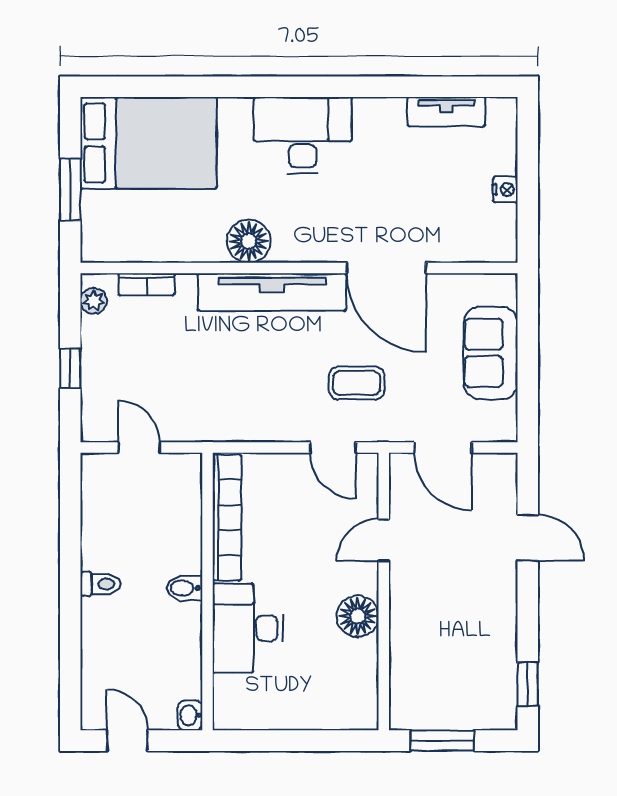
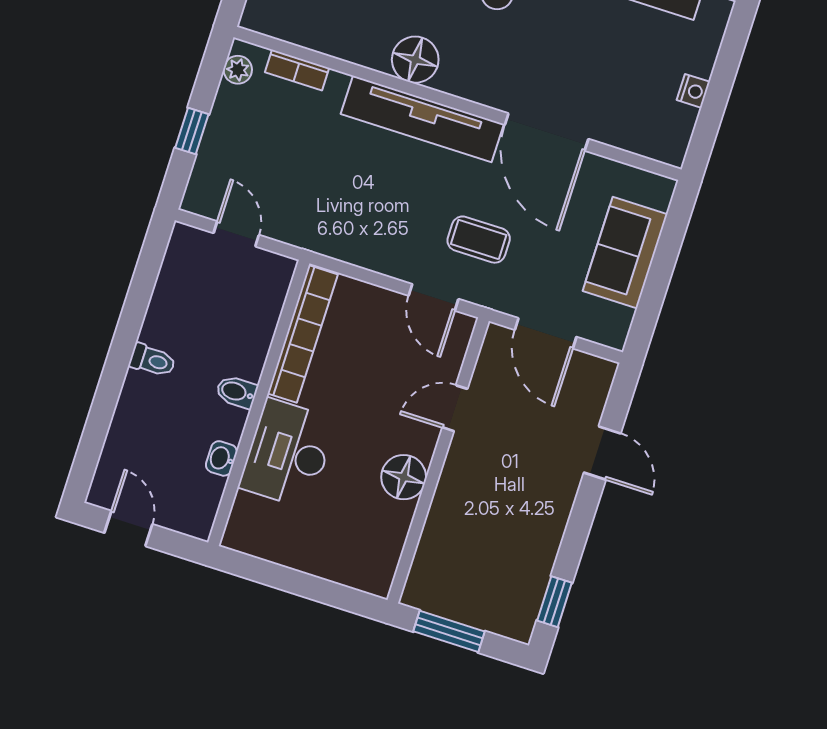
washbasin: (190, 715) -> (221, 458), moved

